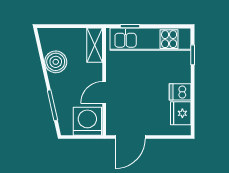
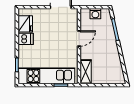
boiler: (56, 62) -> (113, 60), removed
washing machine: (87, 121) -> (95, 14), width x0.53, depth x0.53

